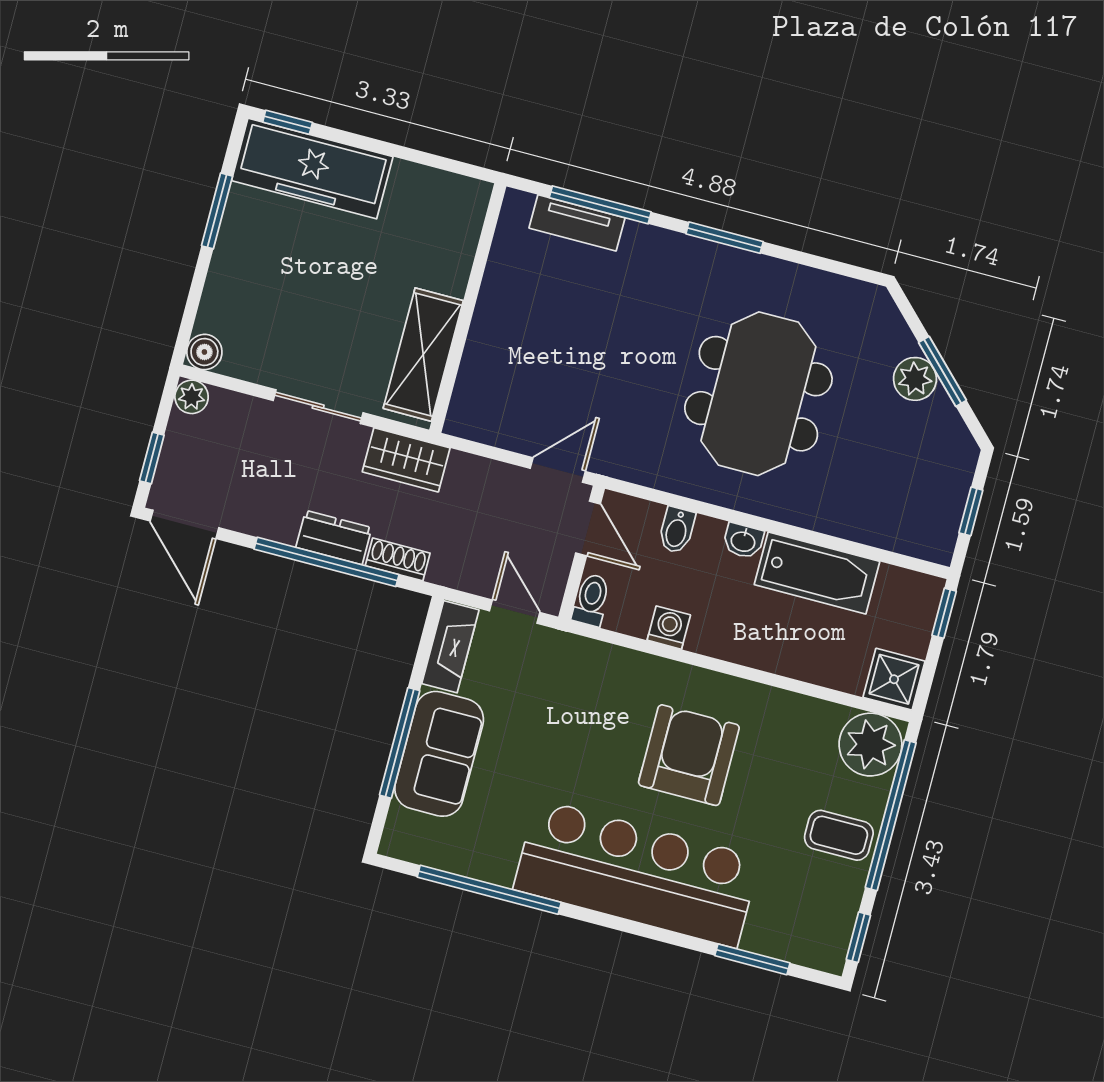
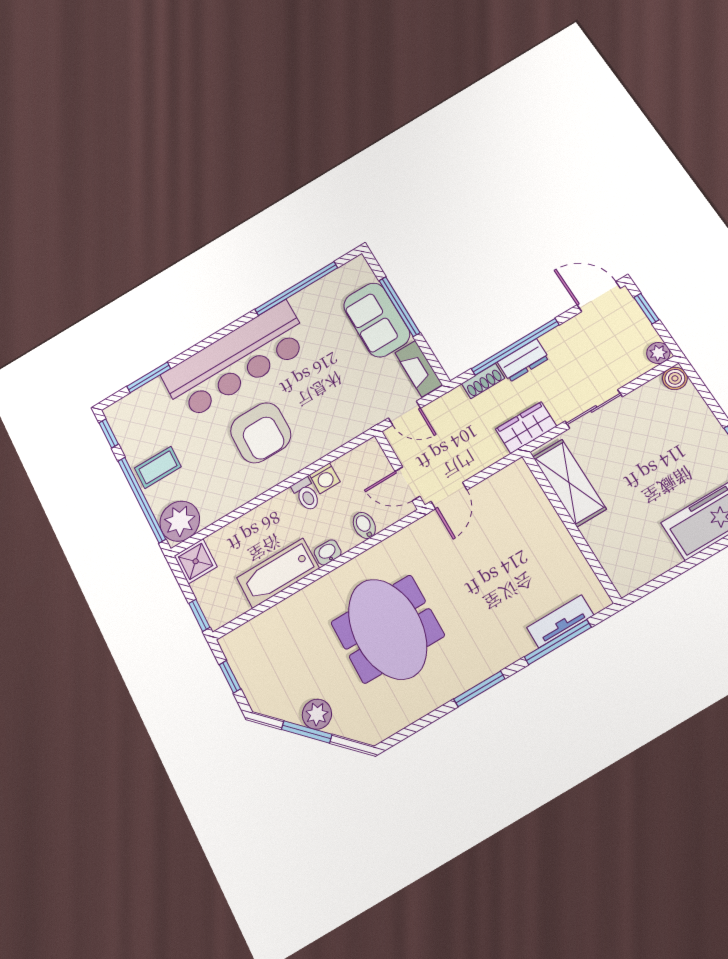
toilet: (591, 600) -> (306, 494), moved

